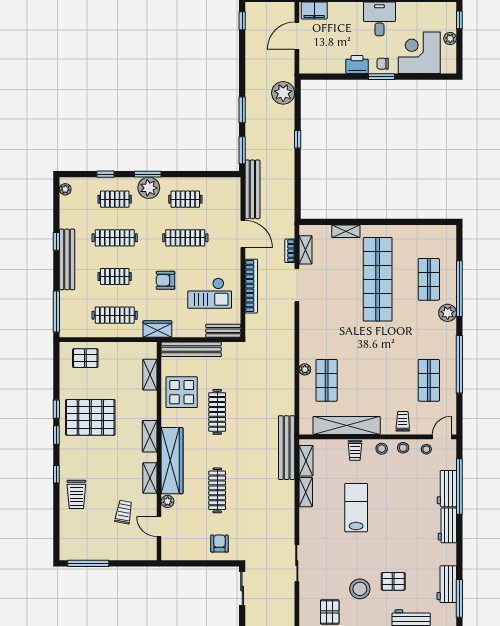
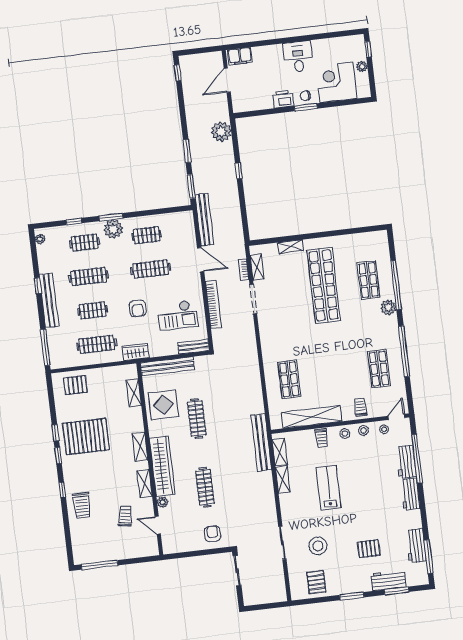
armchair: (166, 280) -> (138, 308), turned -90
plant: (305, 369) -> (269, 372), removed
stool: (360, 589) -> (318, 546), moved

